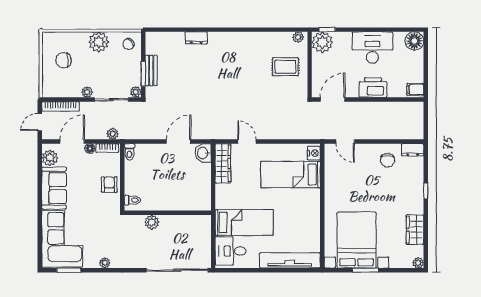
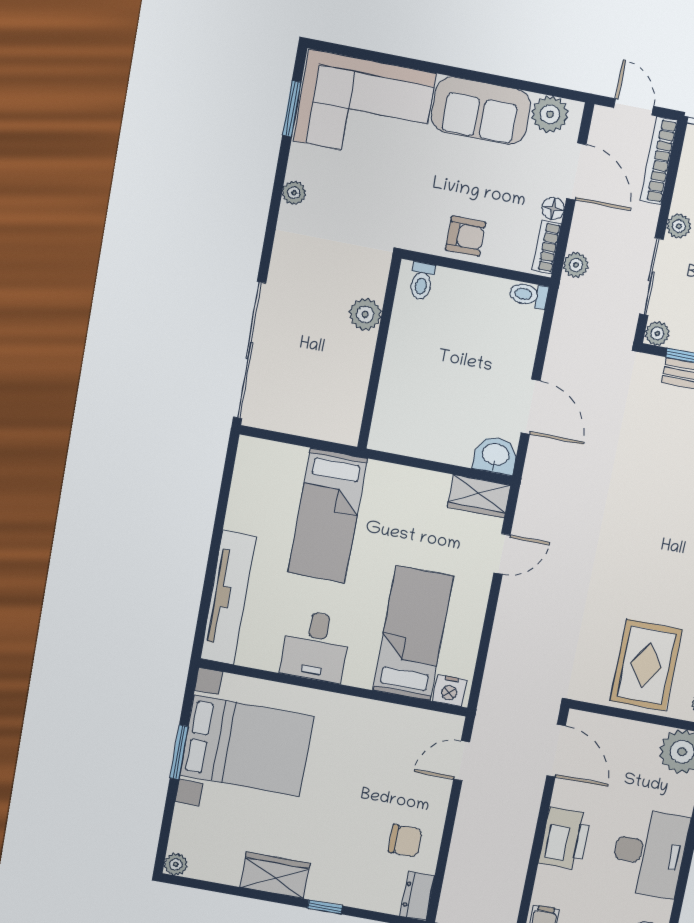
rug: (285, 67) -> (646, 665), width x1.36, depth x1.43
chair: (388, 160) -> (405, 841), turned 180
wardrobe: (223, 163) -> (479, 496), width x0.67
wardrobe: (415, 230) -> (275, 875), moved
desk: (231, 251) -> (316, 646), moved, turned 180

